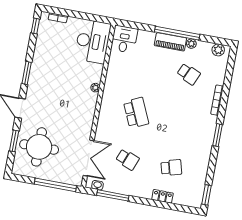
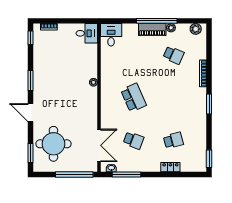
desk: (93, 41) -> (87, 33), width x0.53, depth x0.77
window: (14, 141) -> (30, 153), moved

